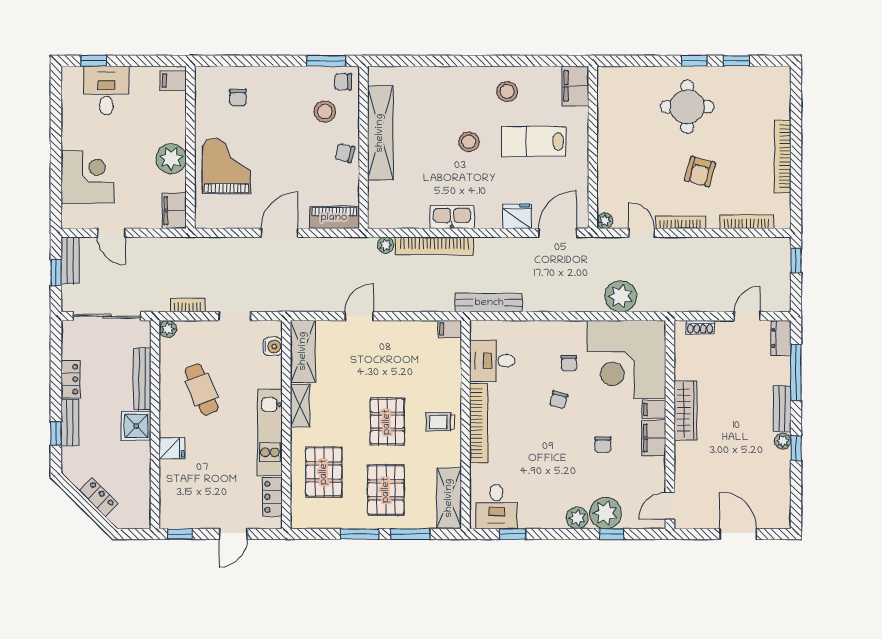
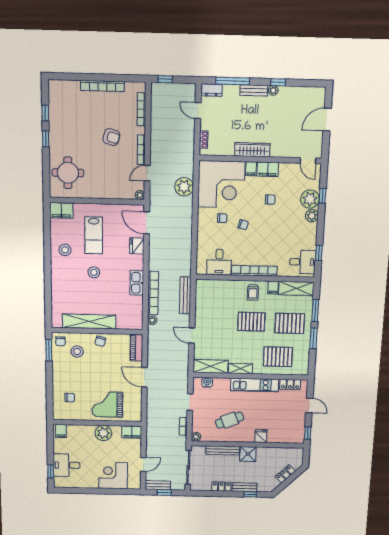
round table: (687, 107) -> (68, 173), moved
bench: (489, 303) -> (185, 295), moved
filing cabinet: (450, 329) -> (273, 288), moved

